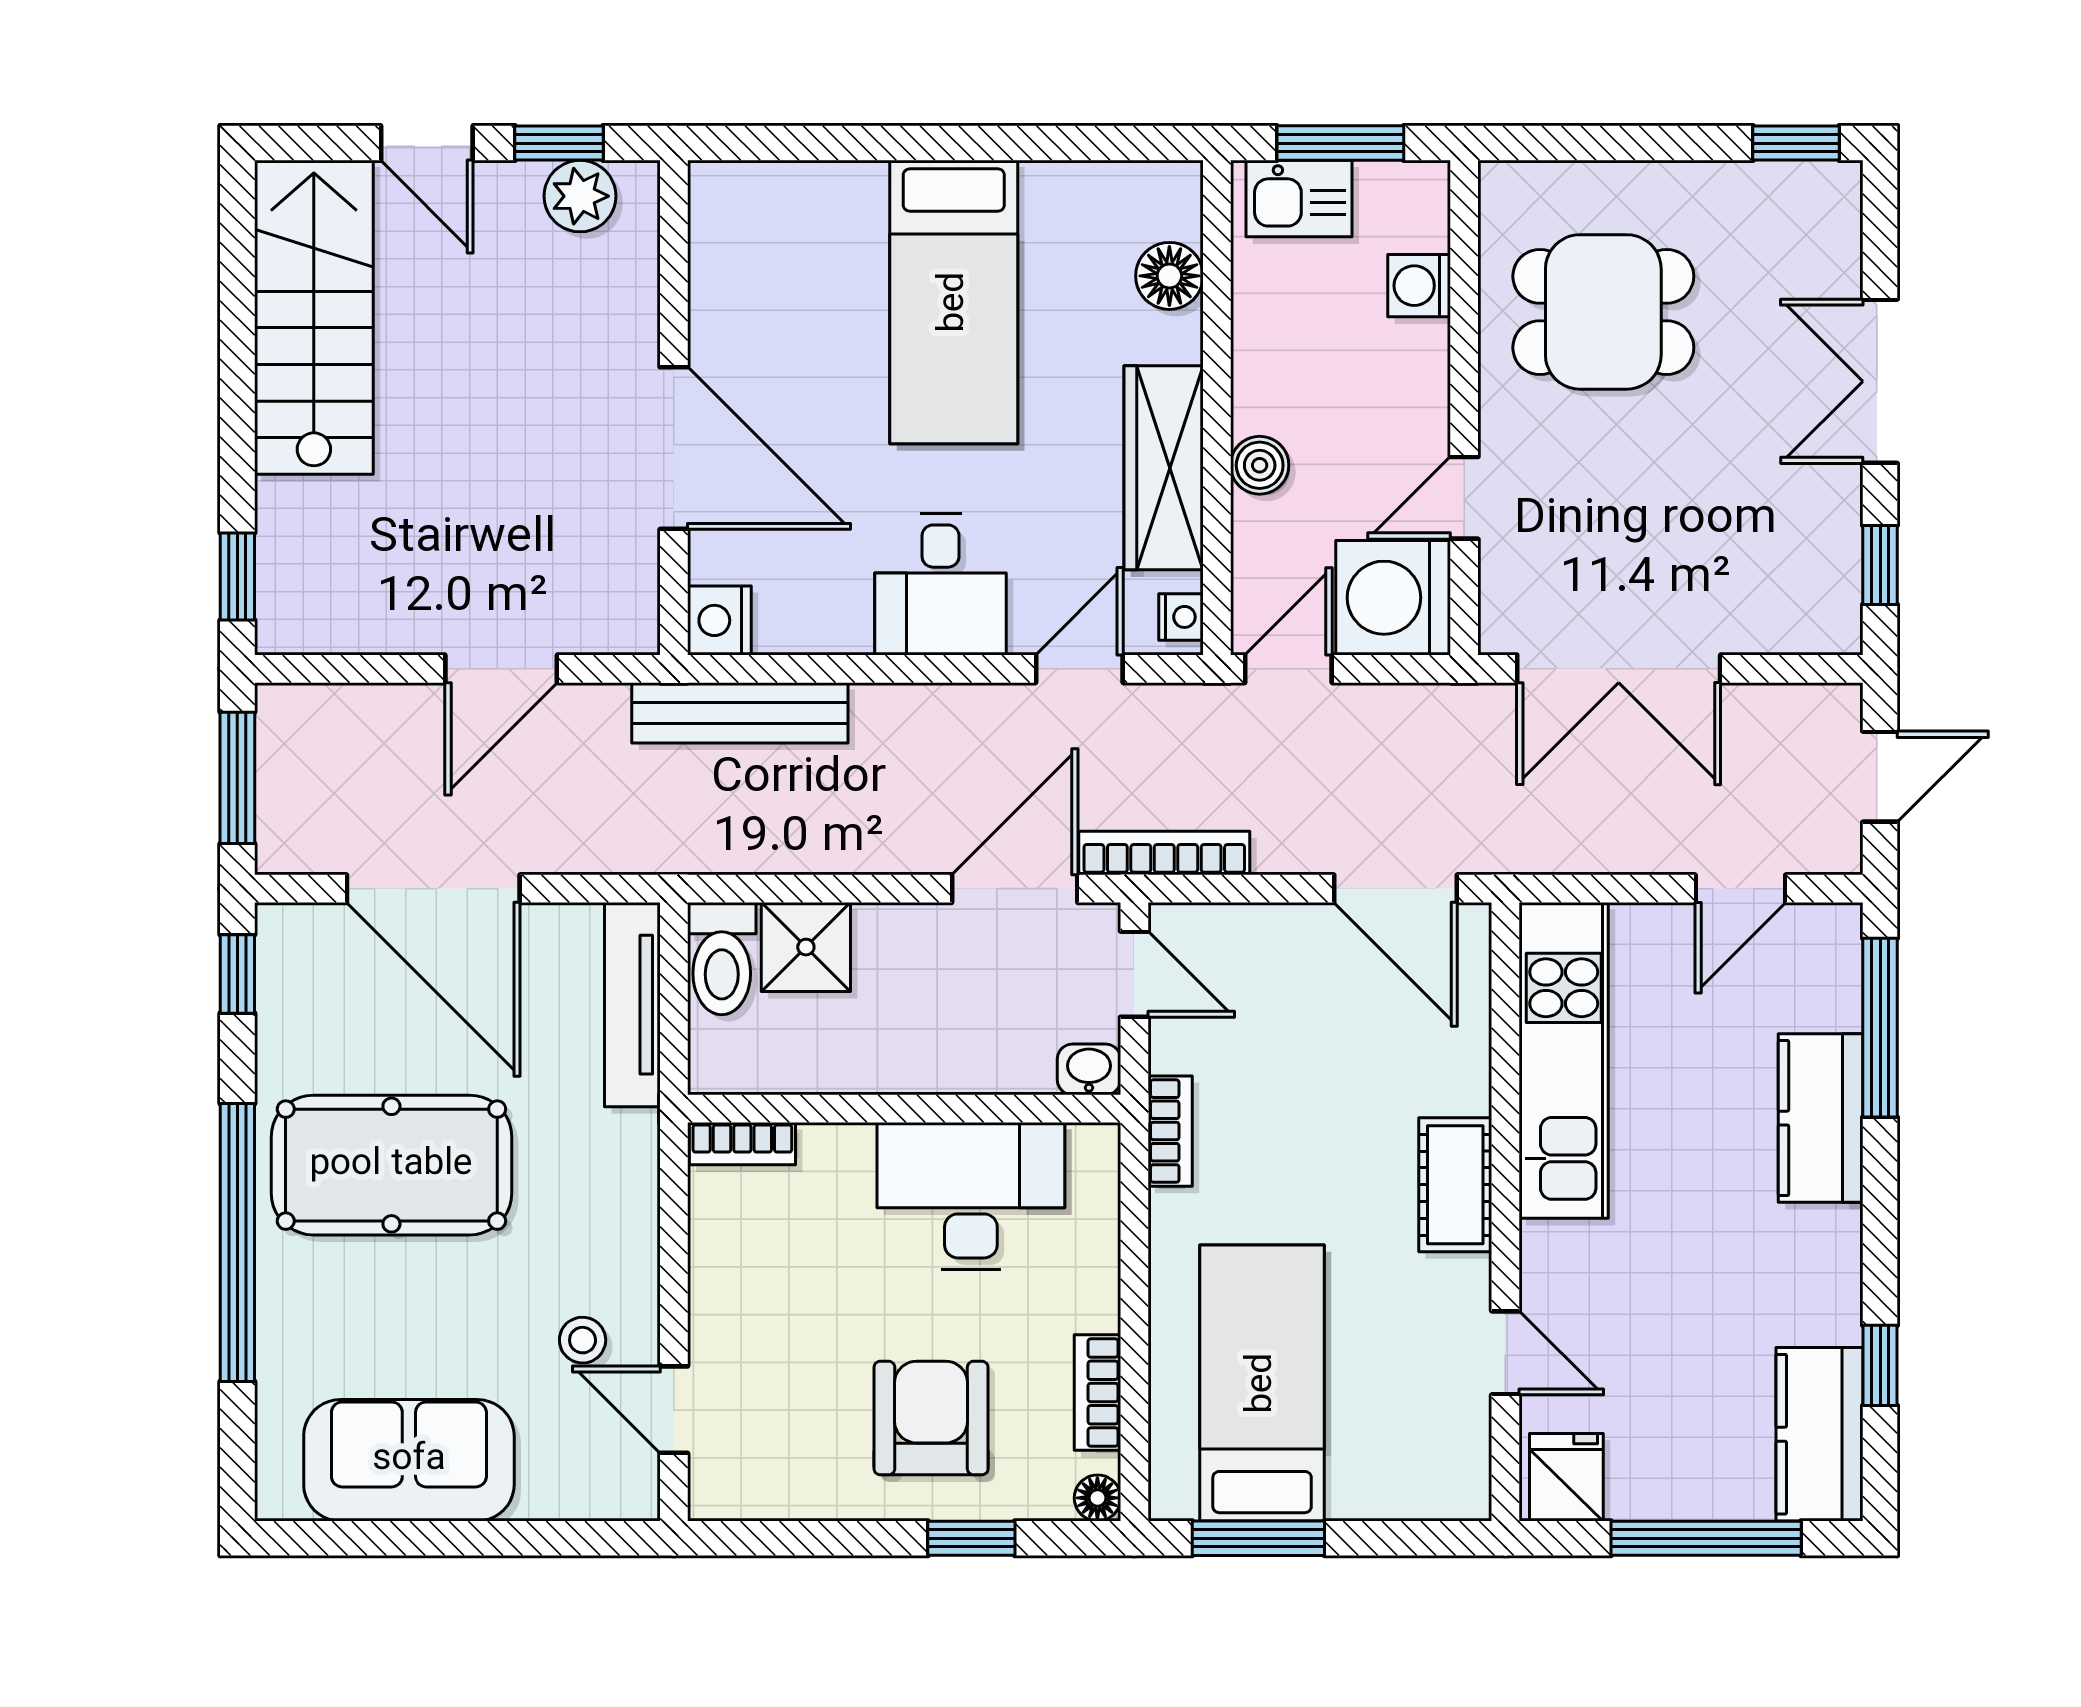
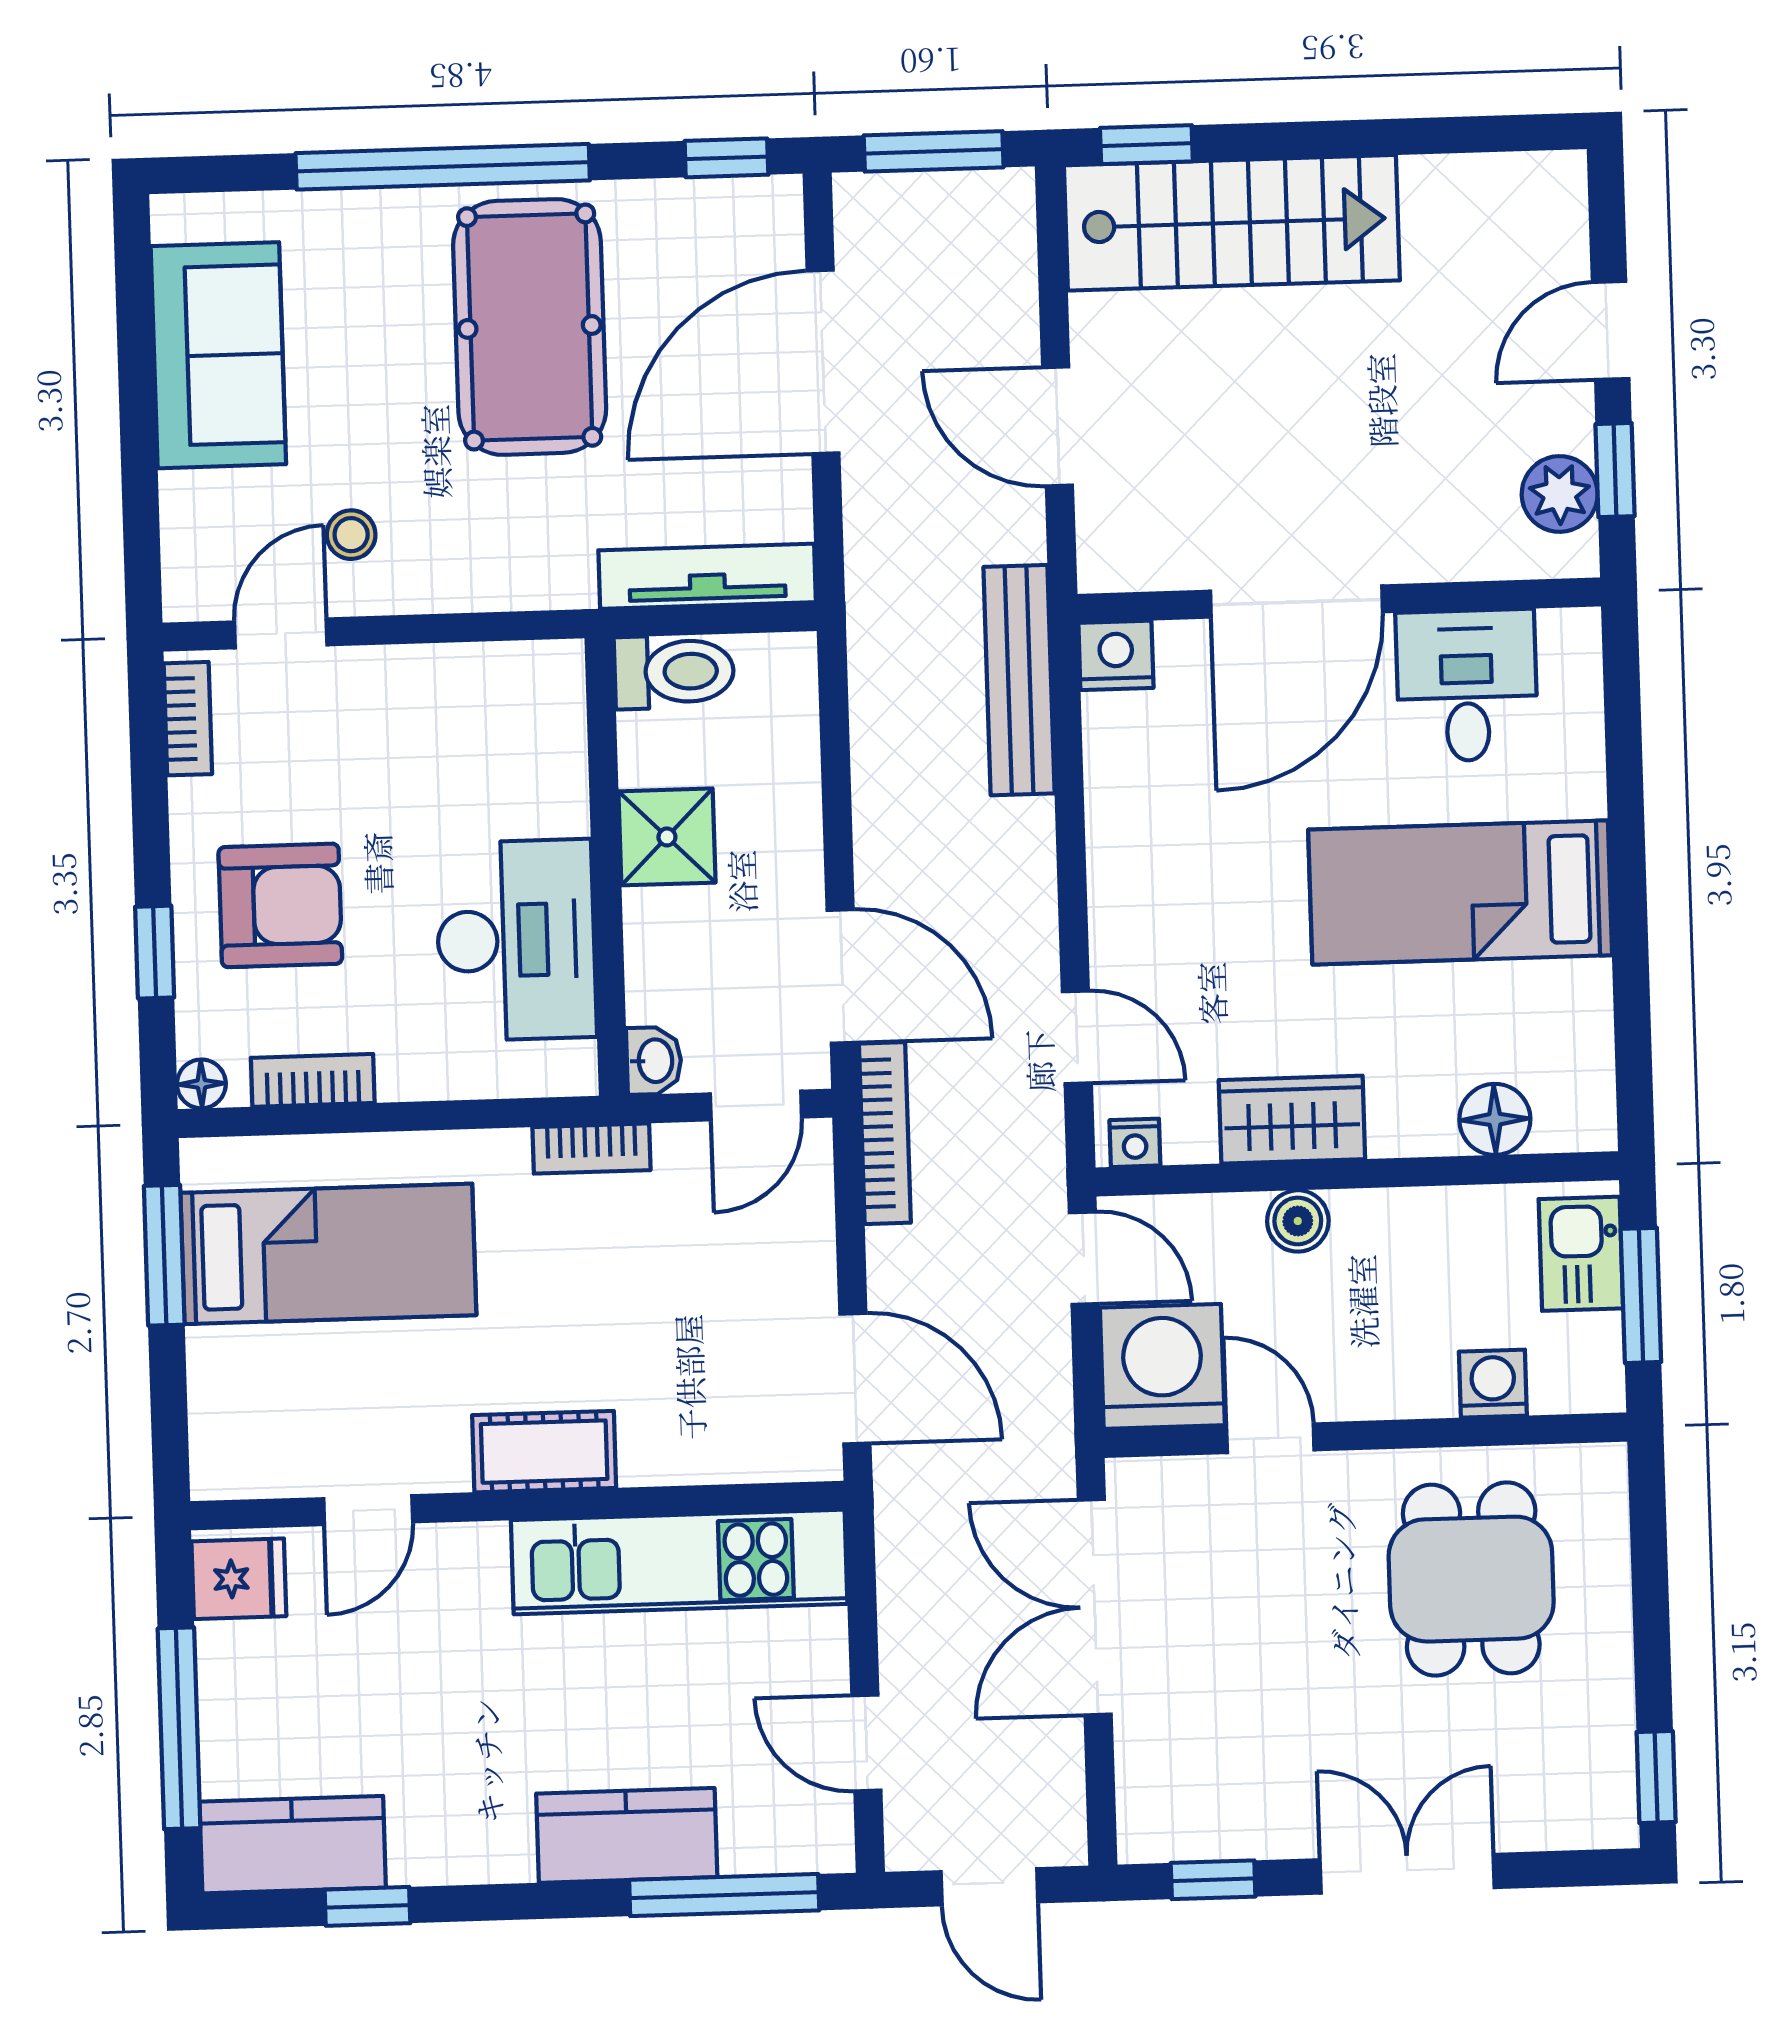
stairs: (314, 317) -> (1232, 223), moved
wardrobe: (1164, 468) -> (1292, 1120), width x0.67
desk: (941, 584) -> (1467, 686), moved, turned 90
door: (1396, 889) -> (855, 1379), swing flipped
shower: (806, 947) -> (667, 837), moved
toilet: (722, 959) -> (674, 672), moved, turned 180
bookcase: (742, 1144) -> (188, 719), moved, turned 180

